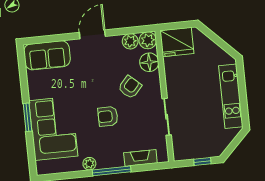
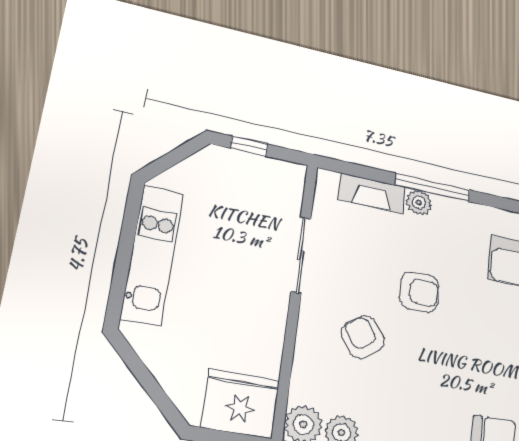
floor lamp: (149, 62) -> (311, 377), removed
armchair: (130, 87) -> (363, 337), turned 103
plant: (89, 164) -> (419, 202), moved

